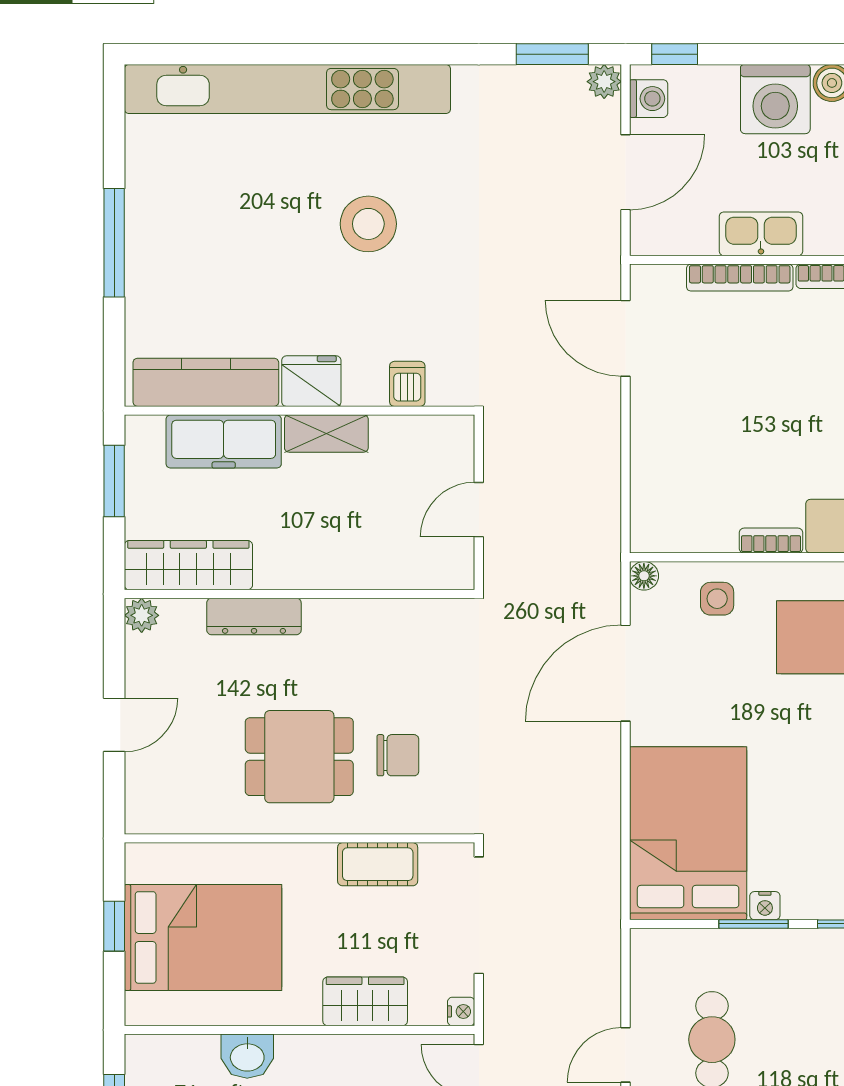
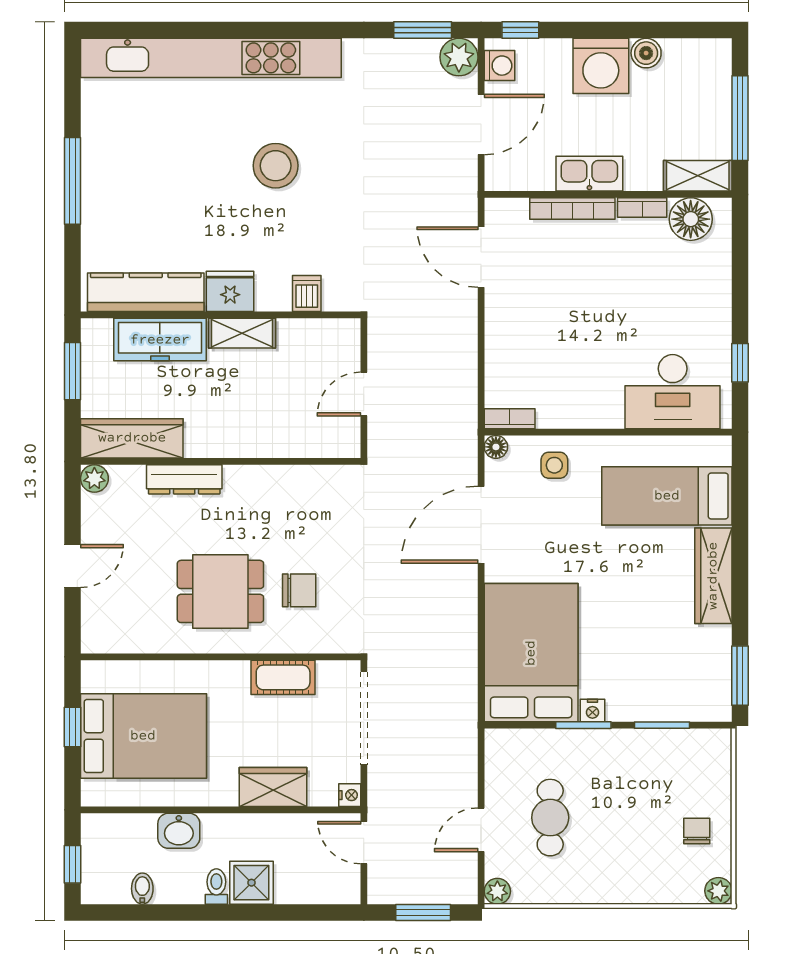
plant: (604, 82) -> (459, 57), width x1.38, depth x1.38
bookcase: (771, 541) -> (510, 419), moved

